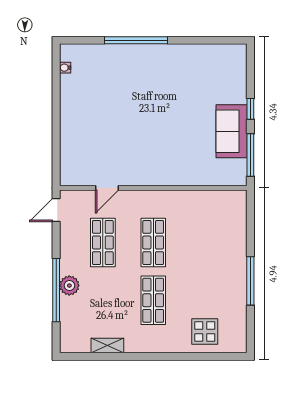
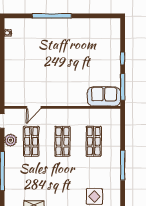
sofa: (231, 131) -> (104, 97), moved, turned 90
plant: (69, 286) -> (10, 140), moved
shop shelf: (153, 300) -> (94, 141), moved

